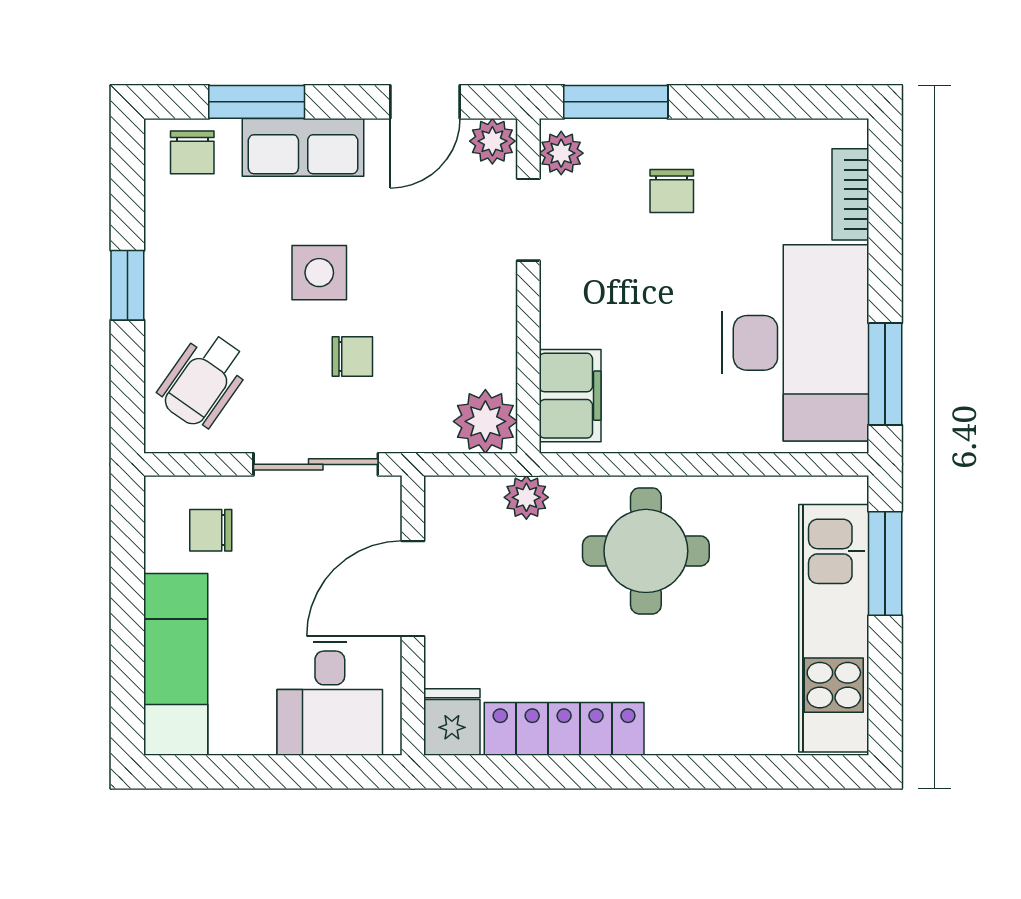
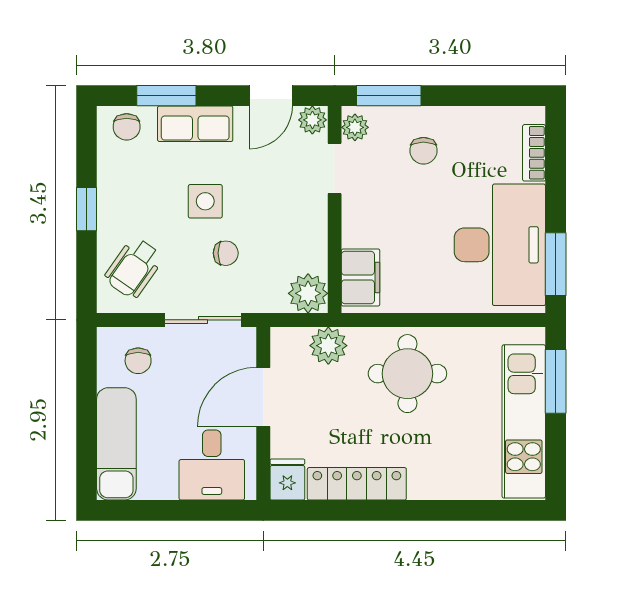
plant: (526, 497) -> (328, 346), width x1.38, depth x1.38
chair: (211, 530) -> (138, 361), turned -90

